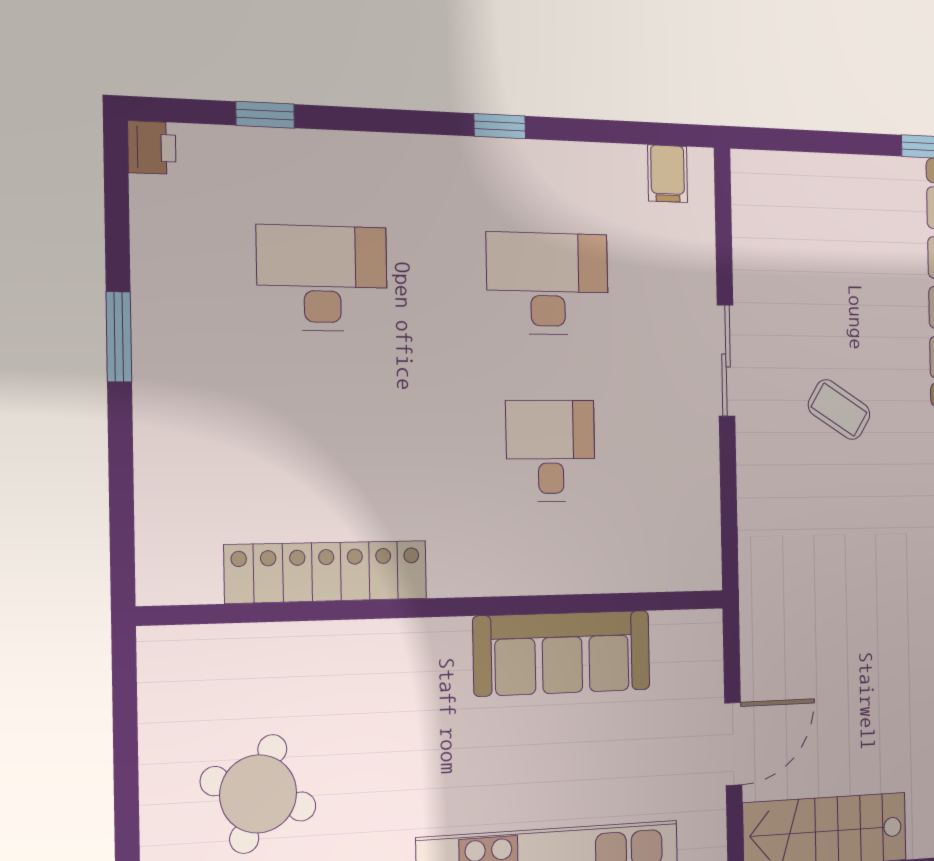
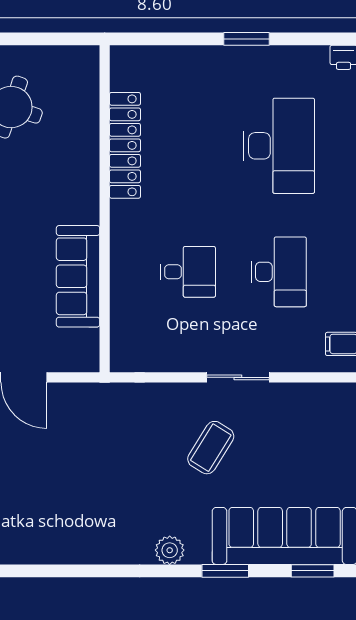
desk: (322, 278) -> (279, 146), width x1.36, depth x1.30
coffee table: (839, 410) -> (211, 448), width x1.36, depth x1.30

